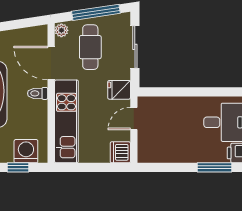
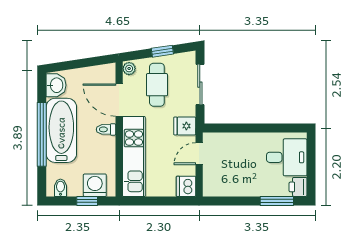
window: (96, 12) -> (162, 51), width x0.46

